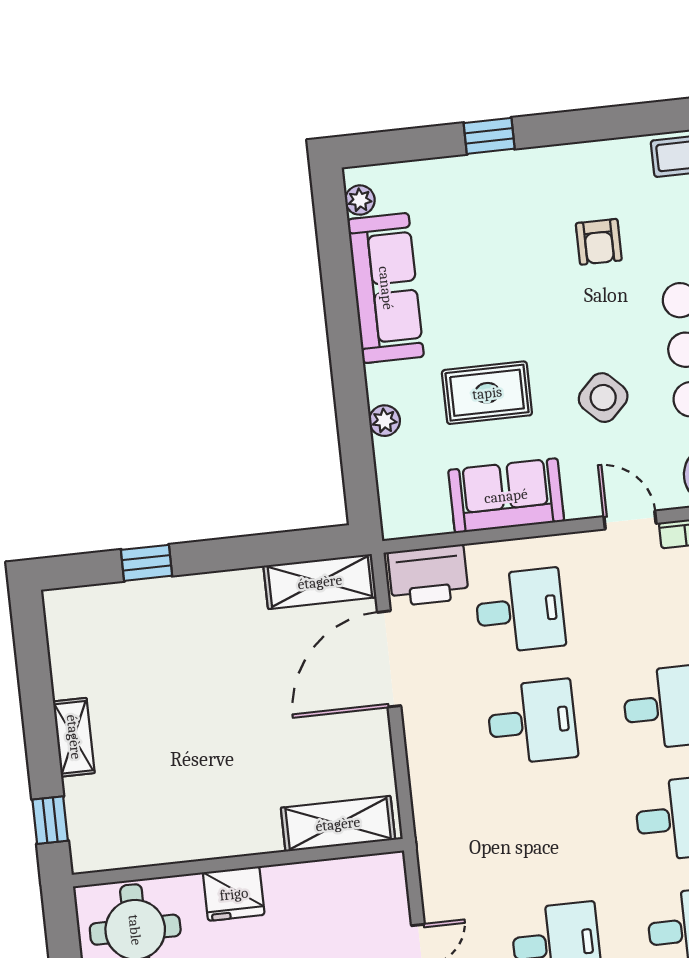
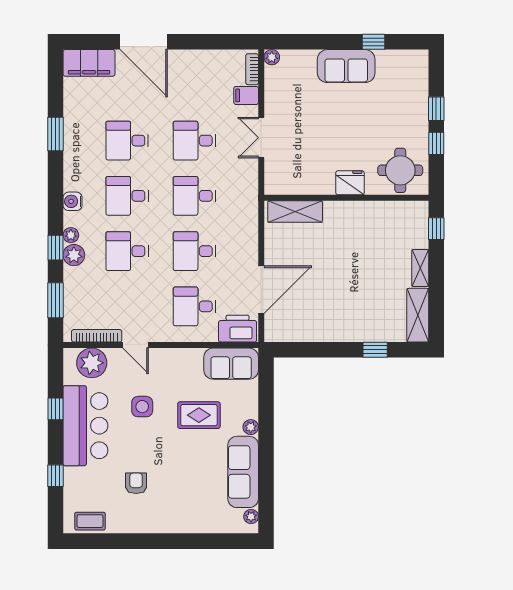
window: (489, 136) -> (184, 541), removed
side table: (603, 398) -> (142, 407), turned 45
plant: (385, 421) -> (251, 427), moved
sofa: (506, 496) -> (231, 364), moved
shelving: (320, 582) -> (418, 315), moved, turned 90
desk: (544, 833) -> (194, 196), added

